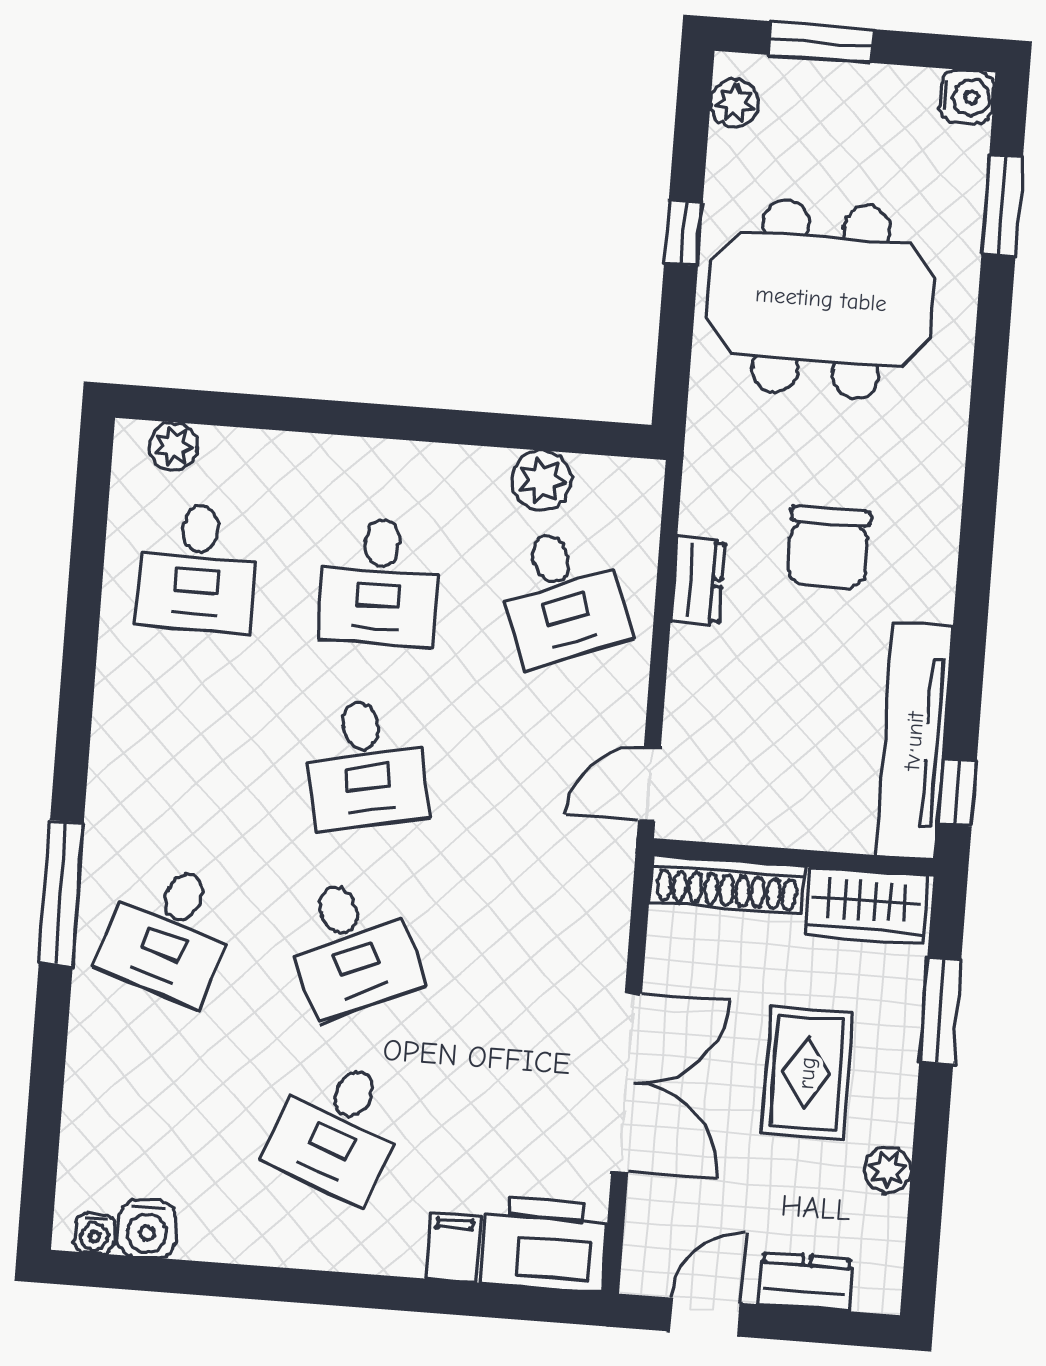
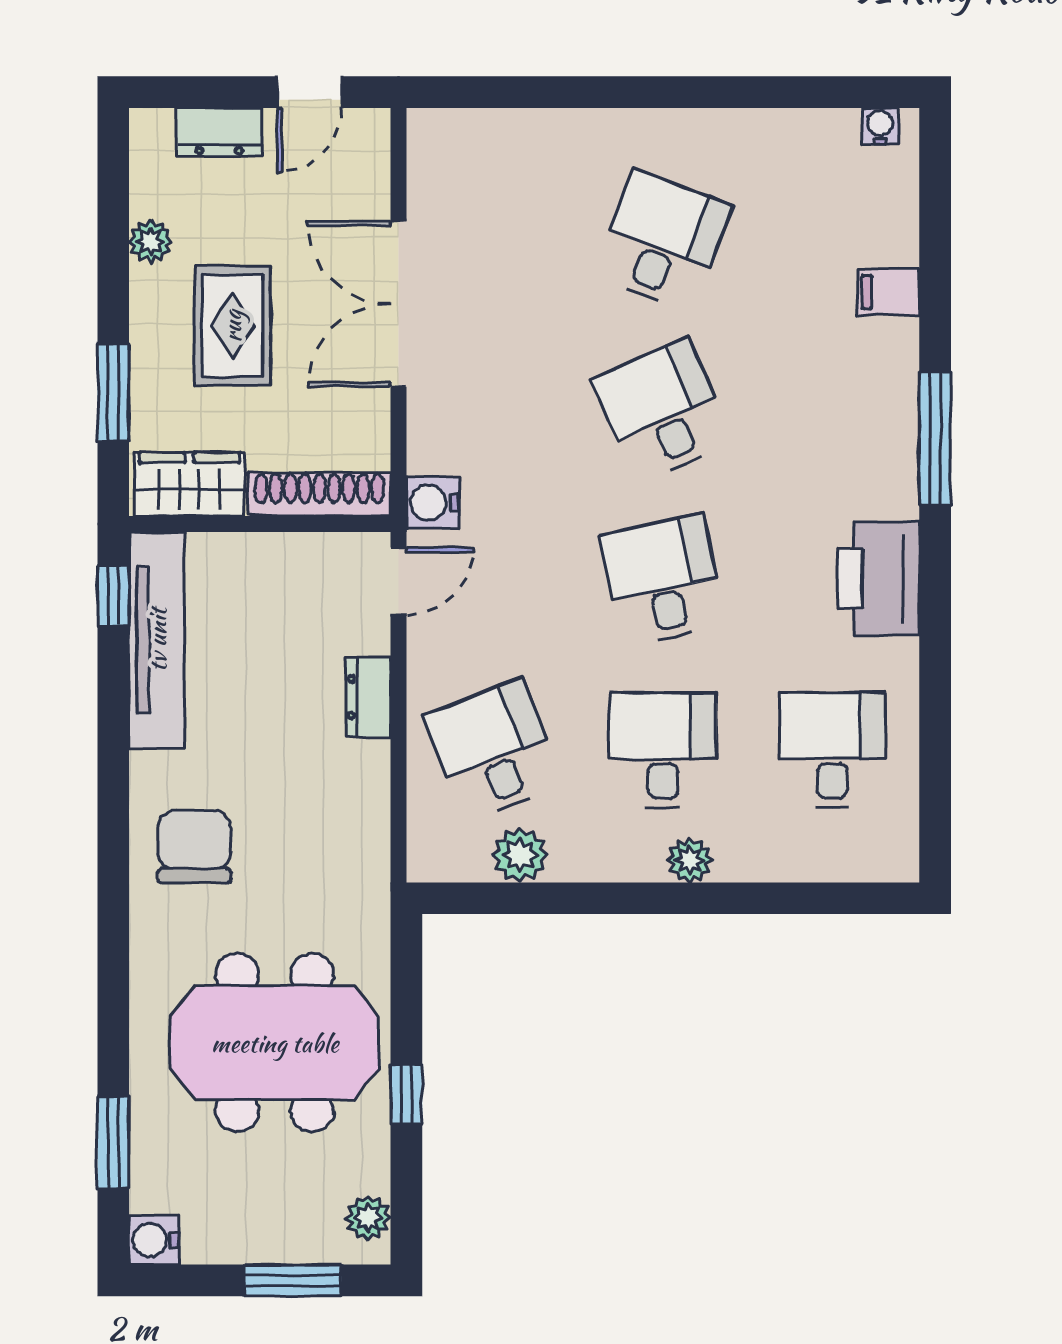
plant: (174, 446) -> (690, 860), moved
chair: (828, 547) -> (194, 847), moved
dresser: (698, 581) -> (368, 697), moved
desk: (169, 932) -> (832, 410), removed
water cooler: (148, 1229) -> (433, 503), moved, turned -90
printer: (544, 1244) -> (879, 579), moved, turned 90
filing cabinet: (453, 1247) -> (888, 292), moved, turned 90

